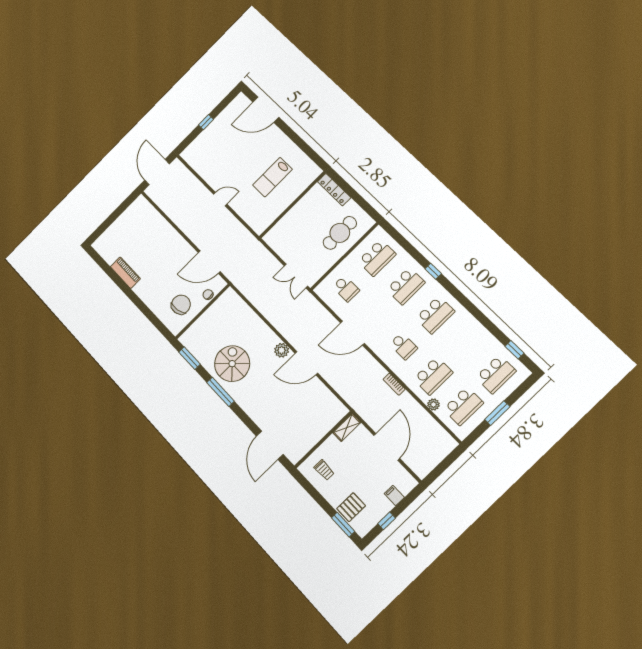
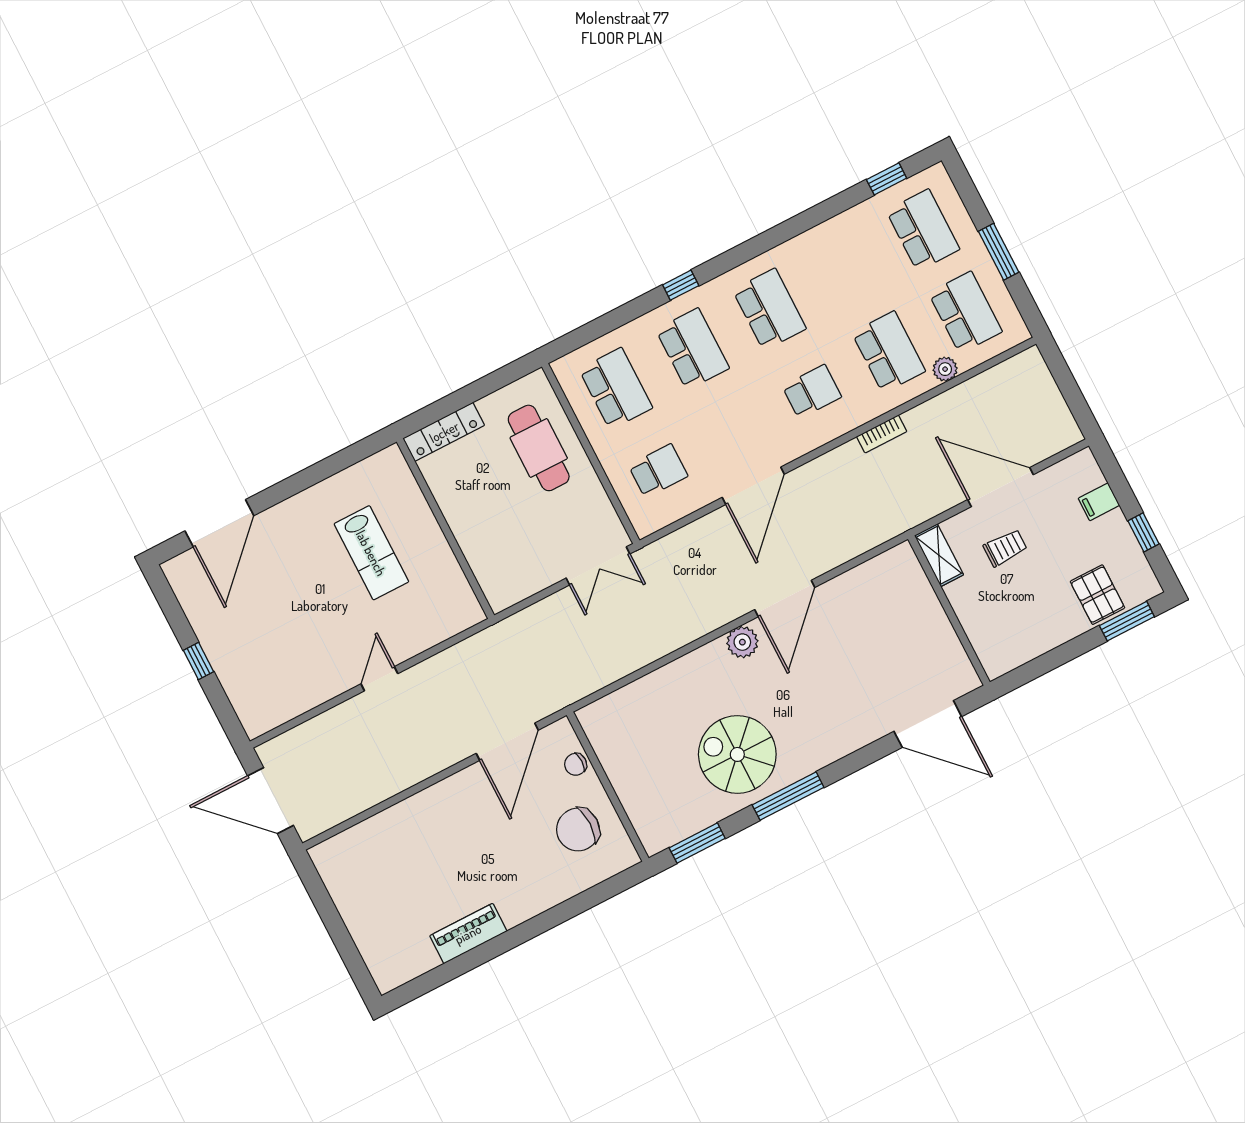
chair: (181, 305) -> (578, 830), turned -79
trolley: (324, 470) -> (1005, 548), moved

